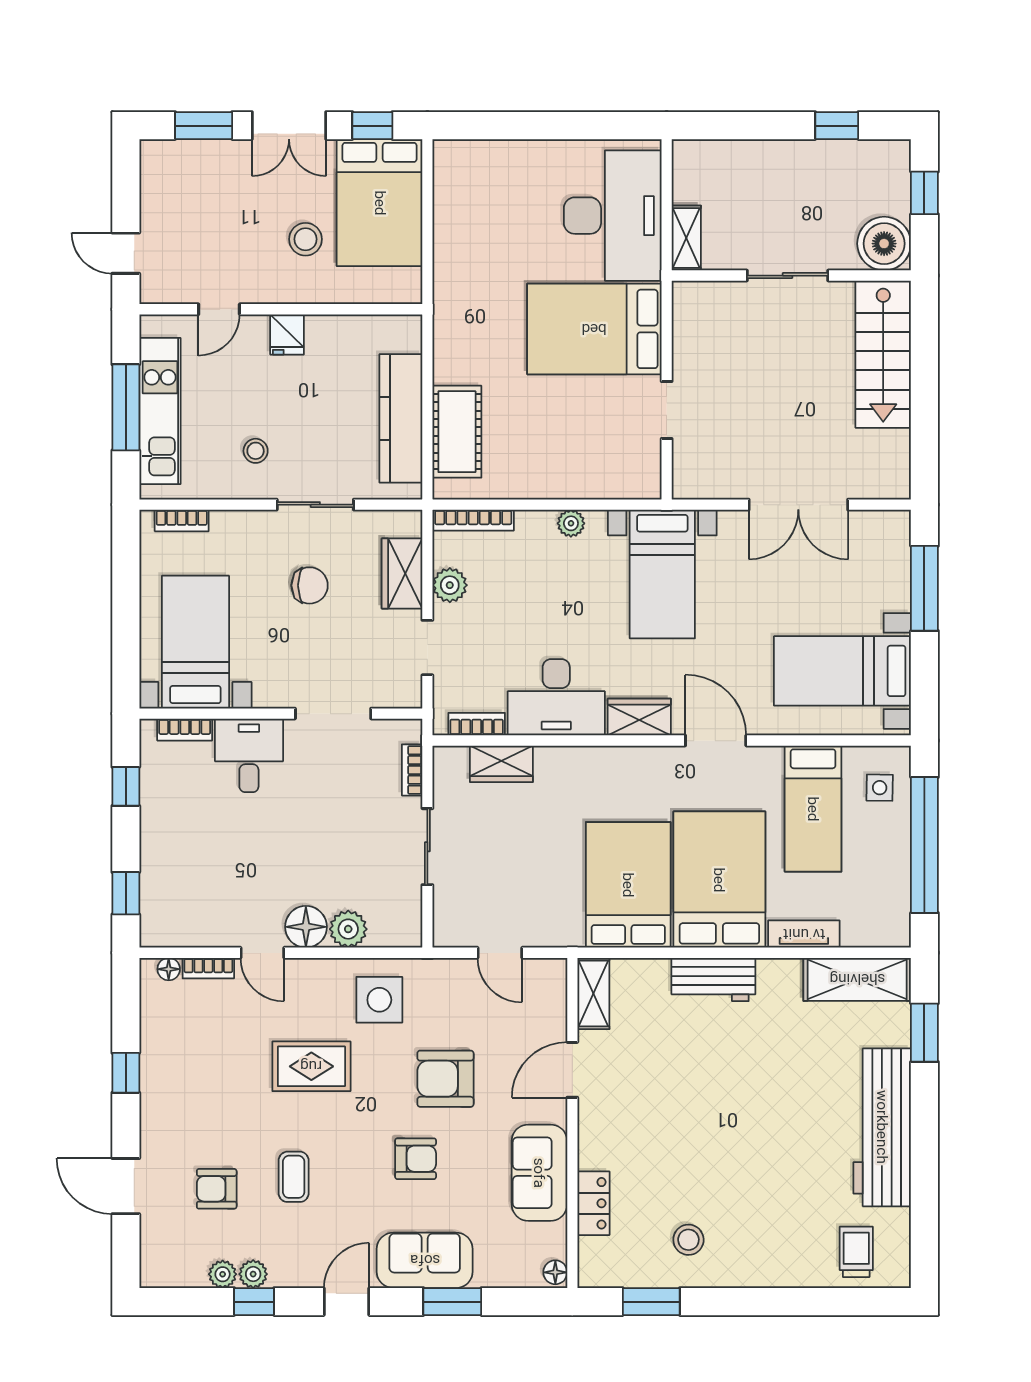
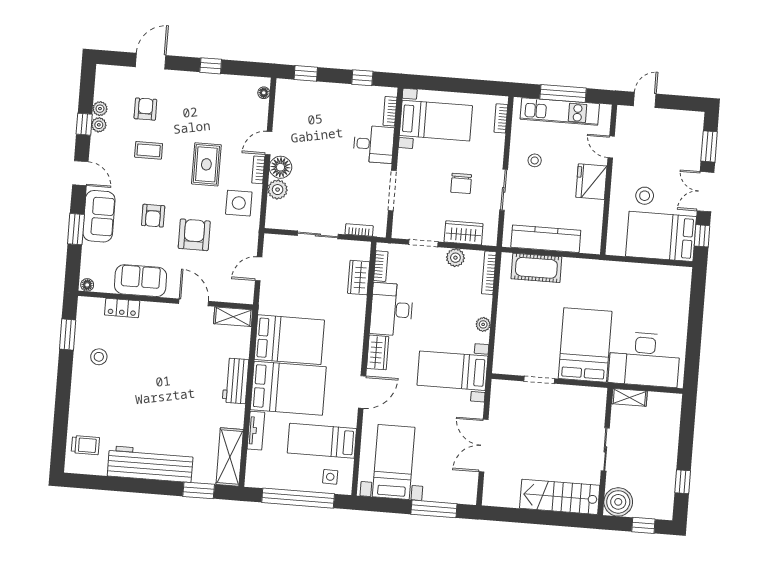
fridge: (287, 334) -> (591, 182), width x1.88, depth x1.34
bookcase: (208, 968) -> (258, 170), moved

